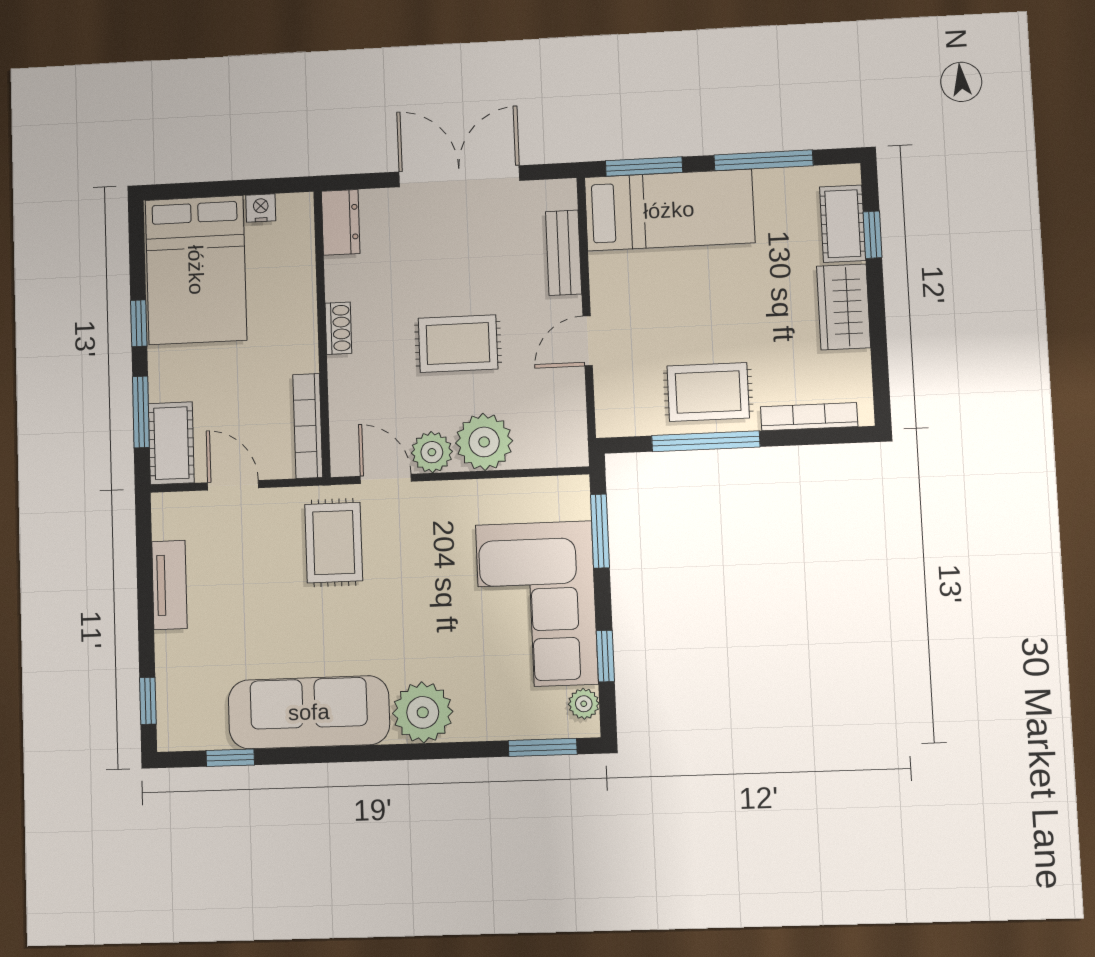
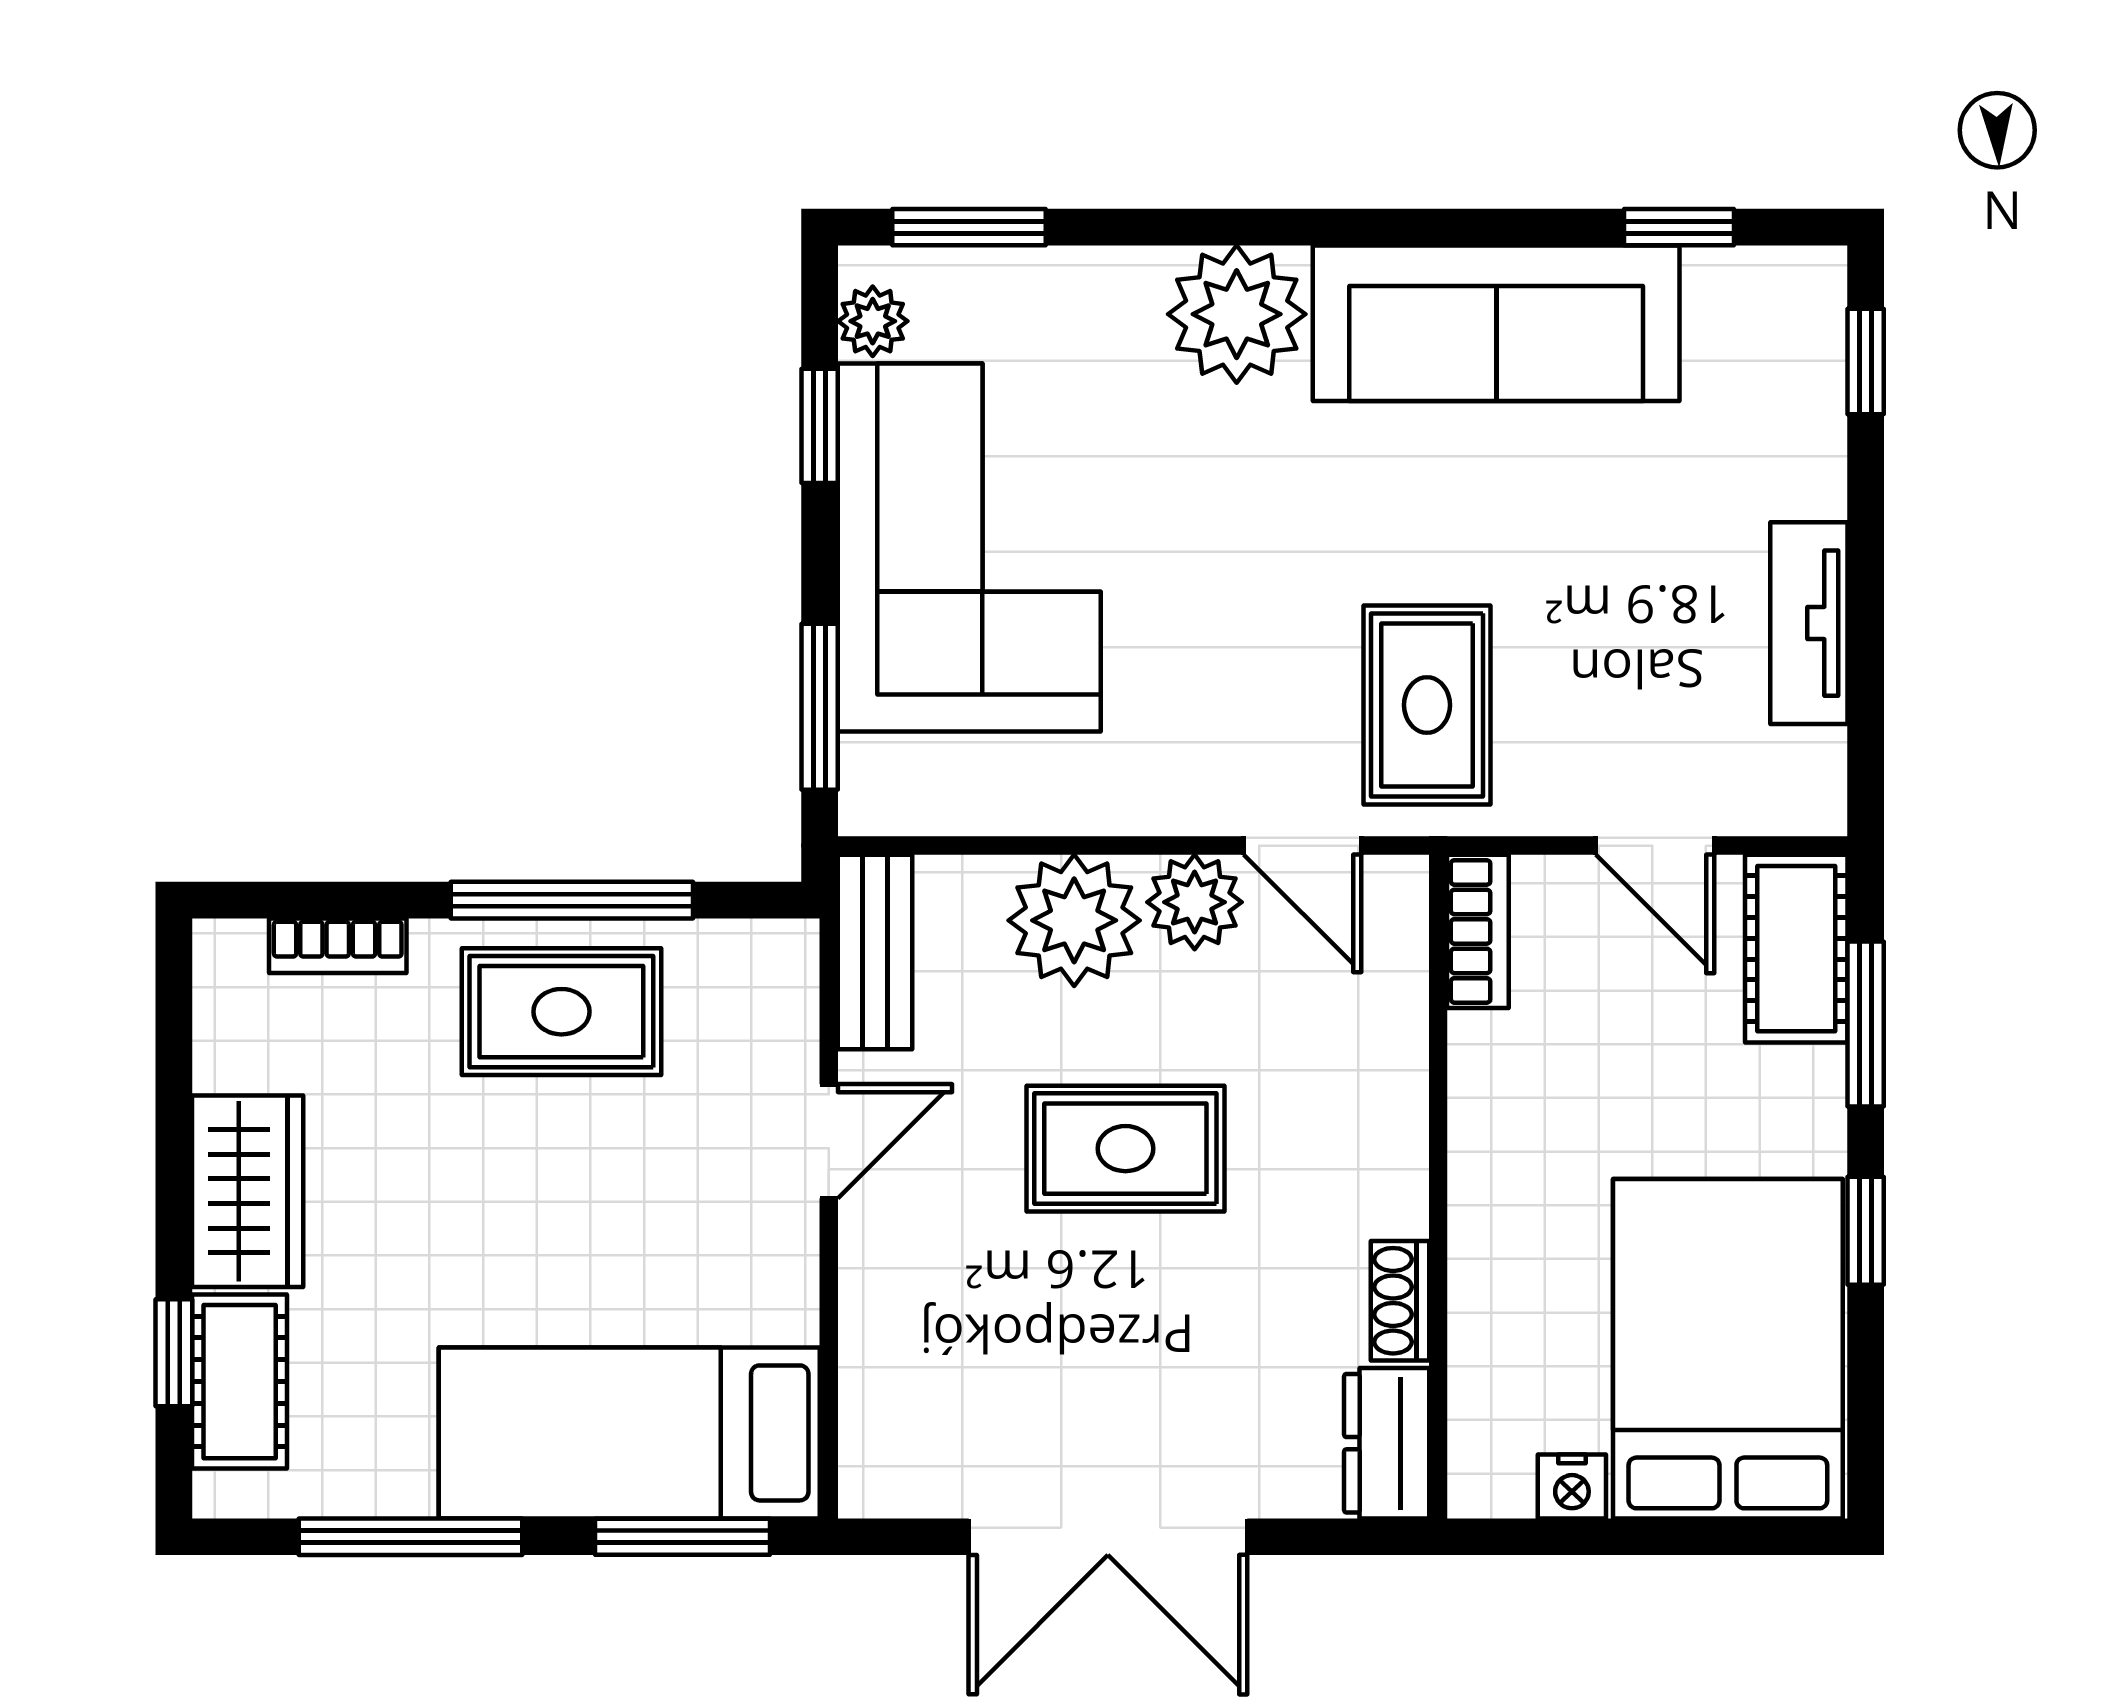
bench: (564, 253) -> (875, 952), moved
shoe rack: (338, 328) -> (1400, 1301), moved
bookcase: (809, 417) -> (338, 946), width x0.64
bookcase: (308, 426) -> (1478, 931), width x0.64

